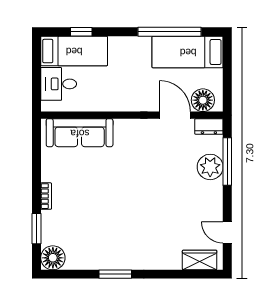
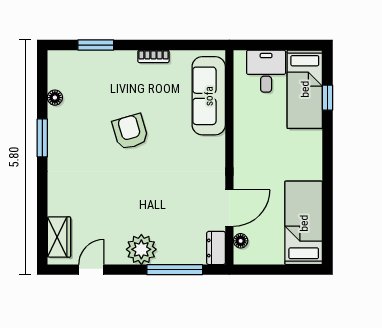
window: (170, 32) -> (327, 202), removed
floor lamp: (203, 100) -> (241, 241), width x0.53, depth x0.53
plant: (210, 167) -> (141, 249), moved
bookcase: (46, 196) -> (153, 56), moved
armchair: (110, 199) -> (130, 132), added
floor lamp: (53, 258) -> (55, 98), moved, width x0.53, depth x0.53

